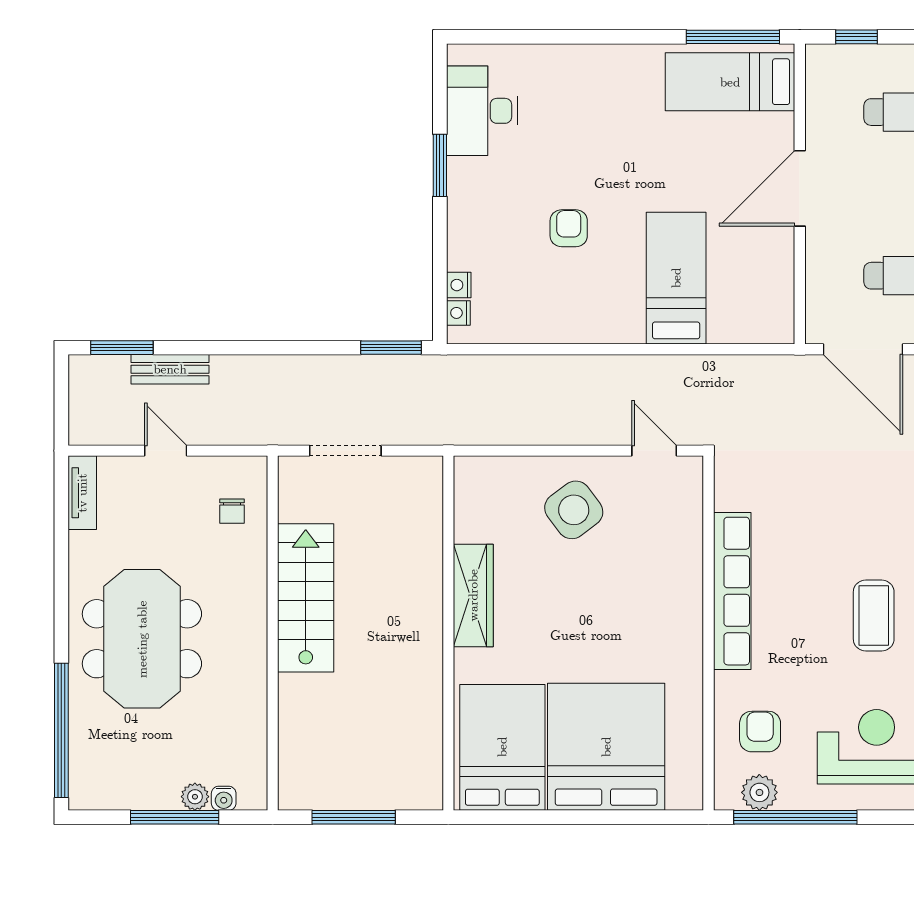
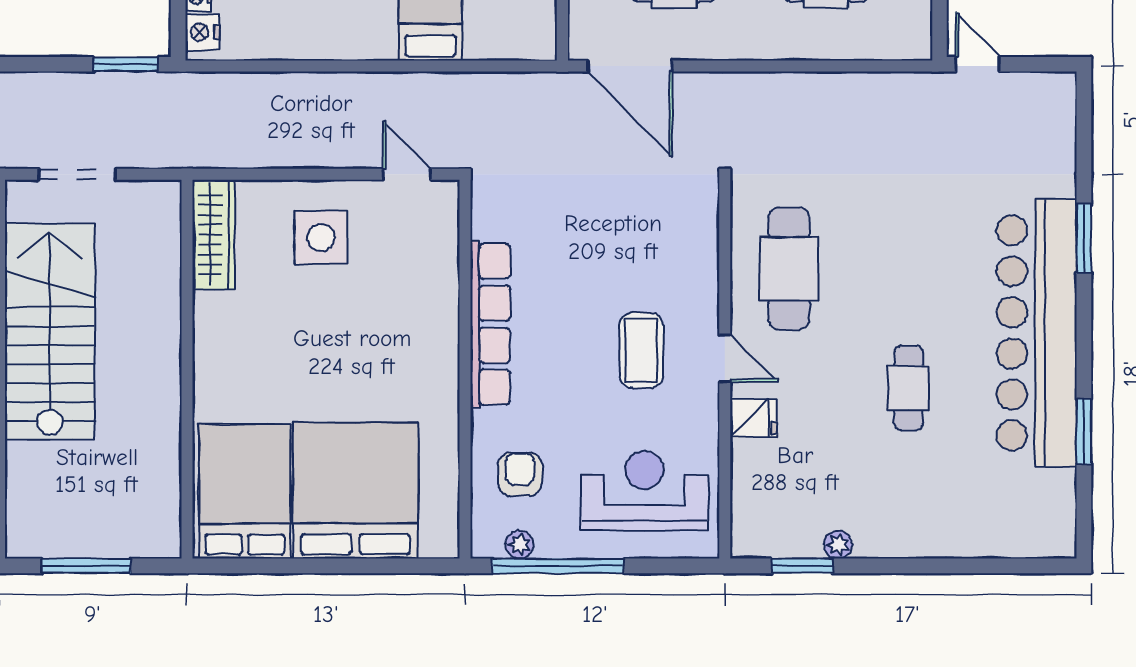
nightstand: (458, 313) -> (202, 32), width x1.39, depth x1.35
side table: (574, 510) -> (321, 238), turned 37
wardrobe: (473, 595) -> (214, 235), moved
stairs: (306, 598) -> (50, 332), width x1.36, depth x1.51
plant: (759, 792) -> (519, 545), width x0.73, depth x0.73

